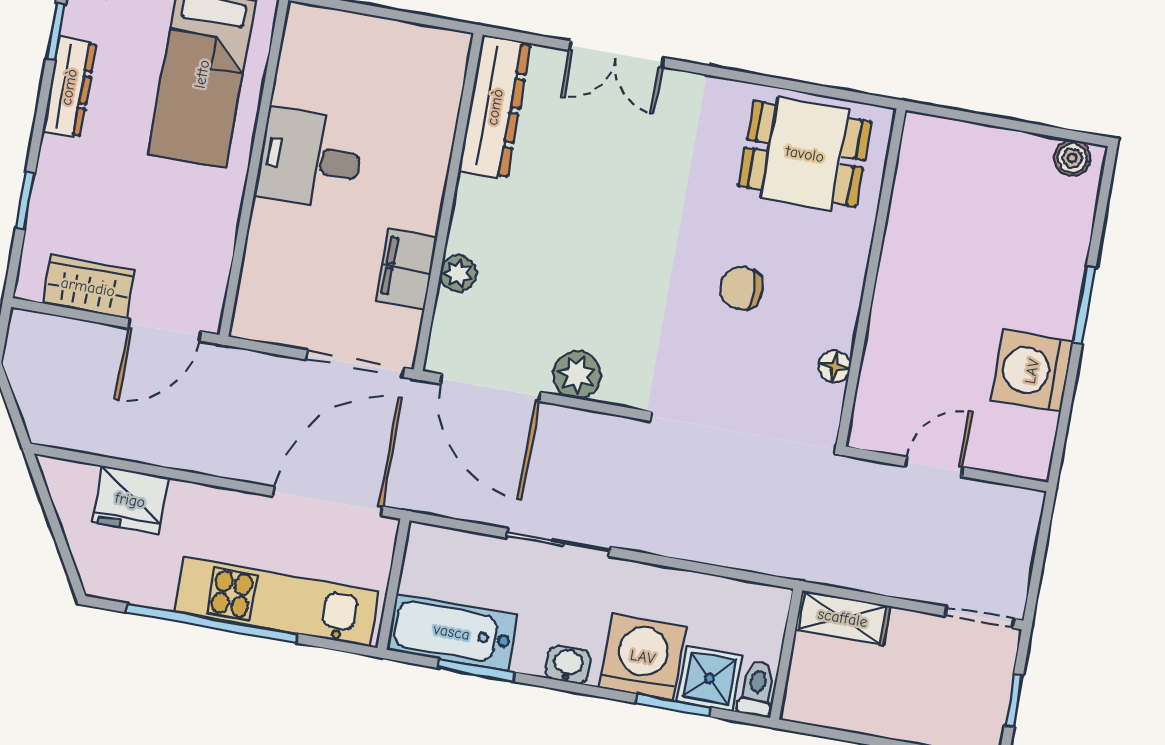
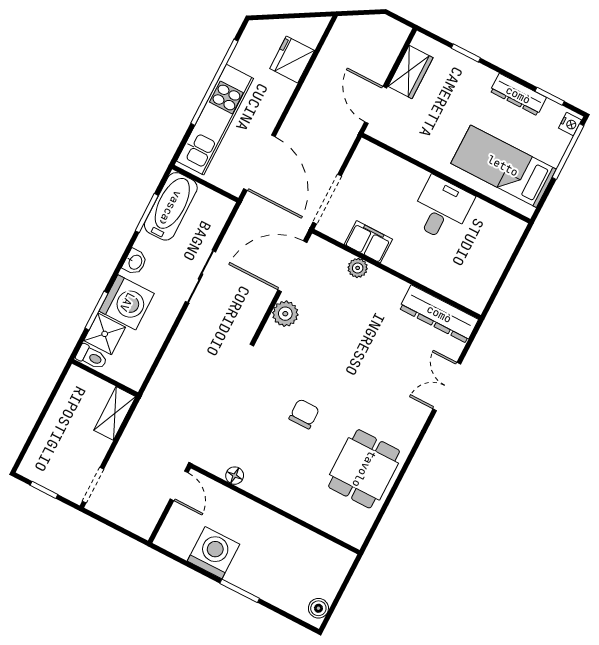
wall: (871, 277) -> (275, 509), moved
floor lamp: (834, 366) -> (235, 476), moved

